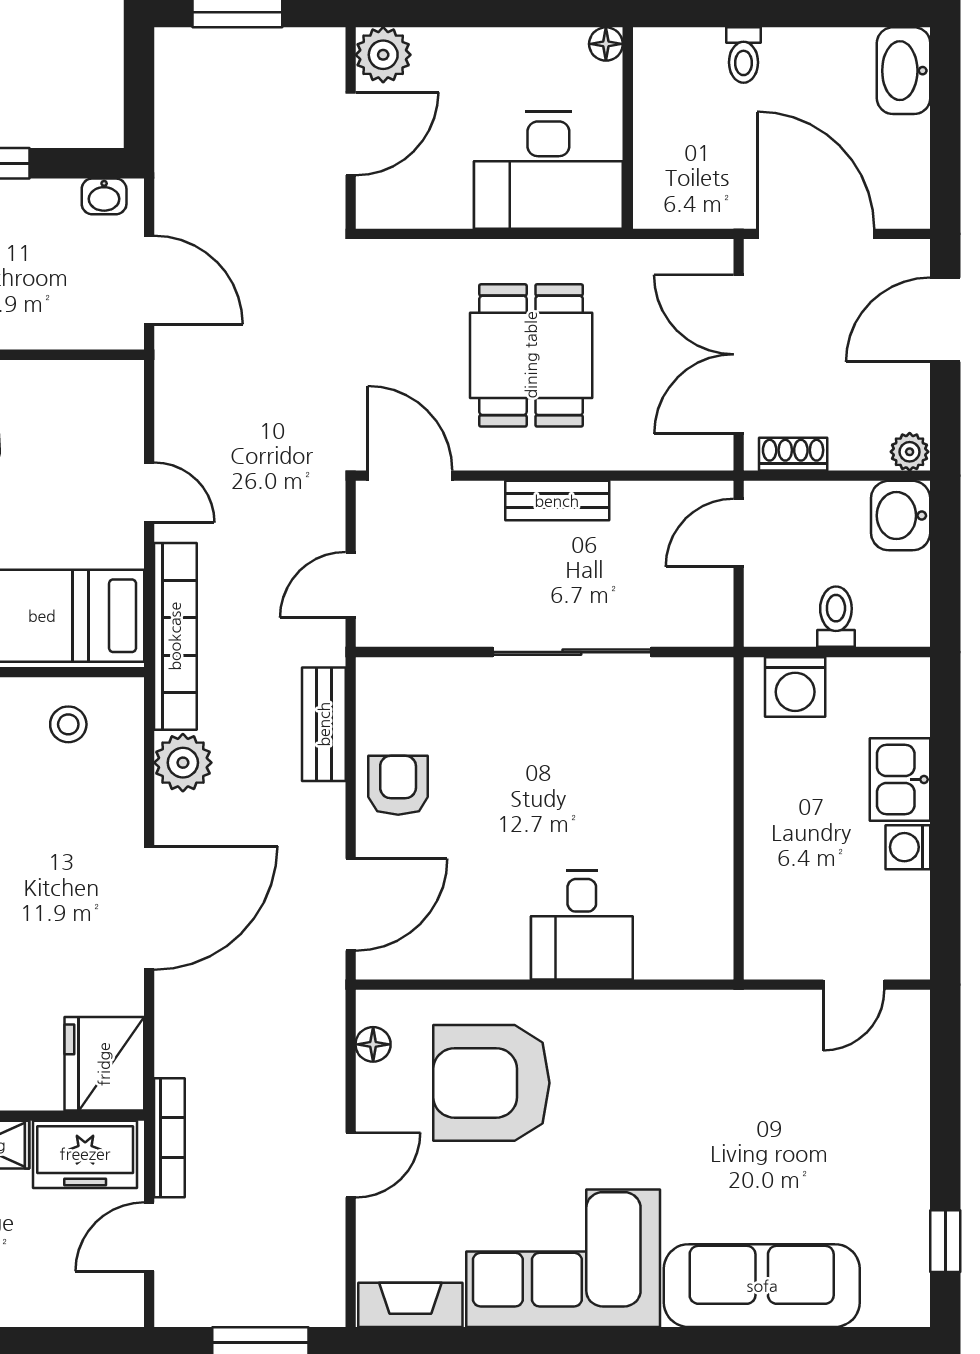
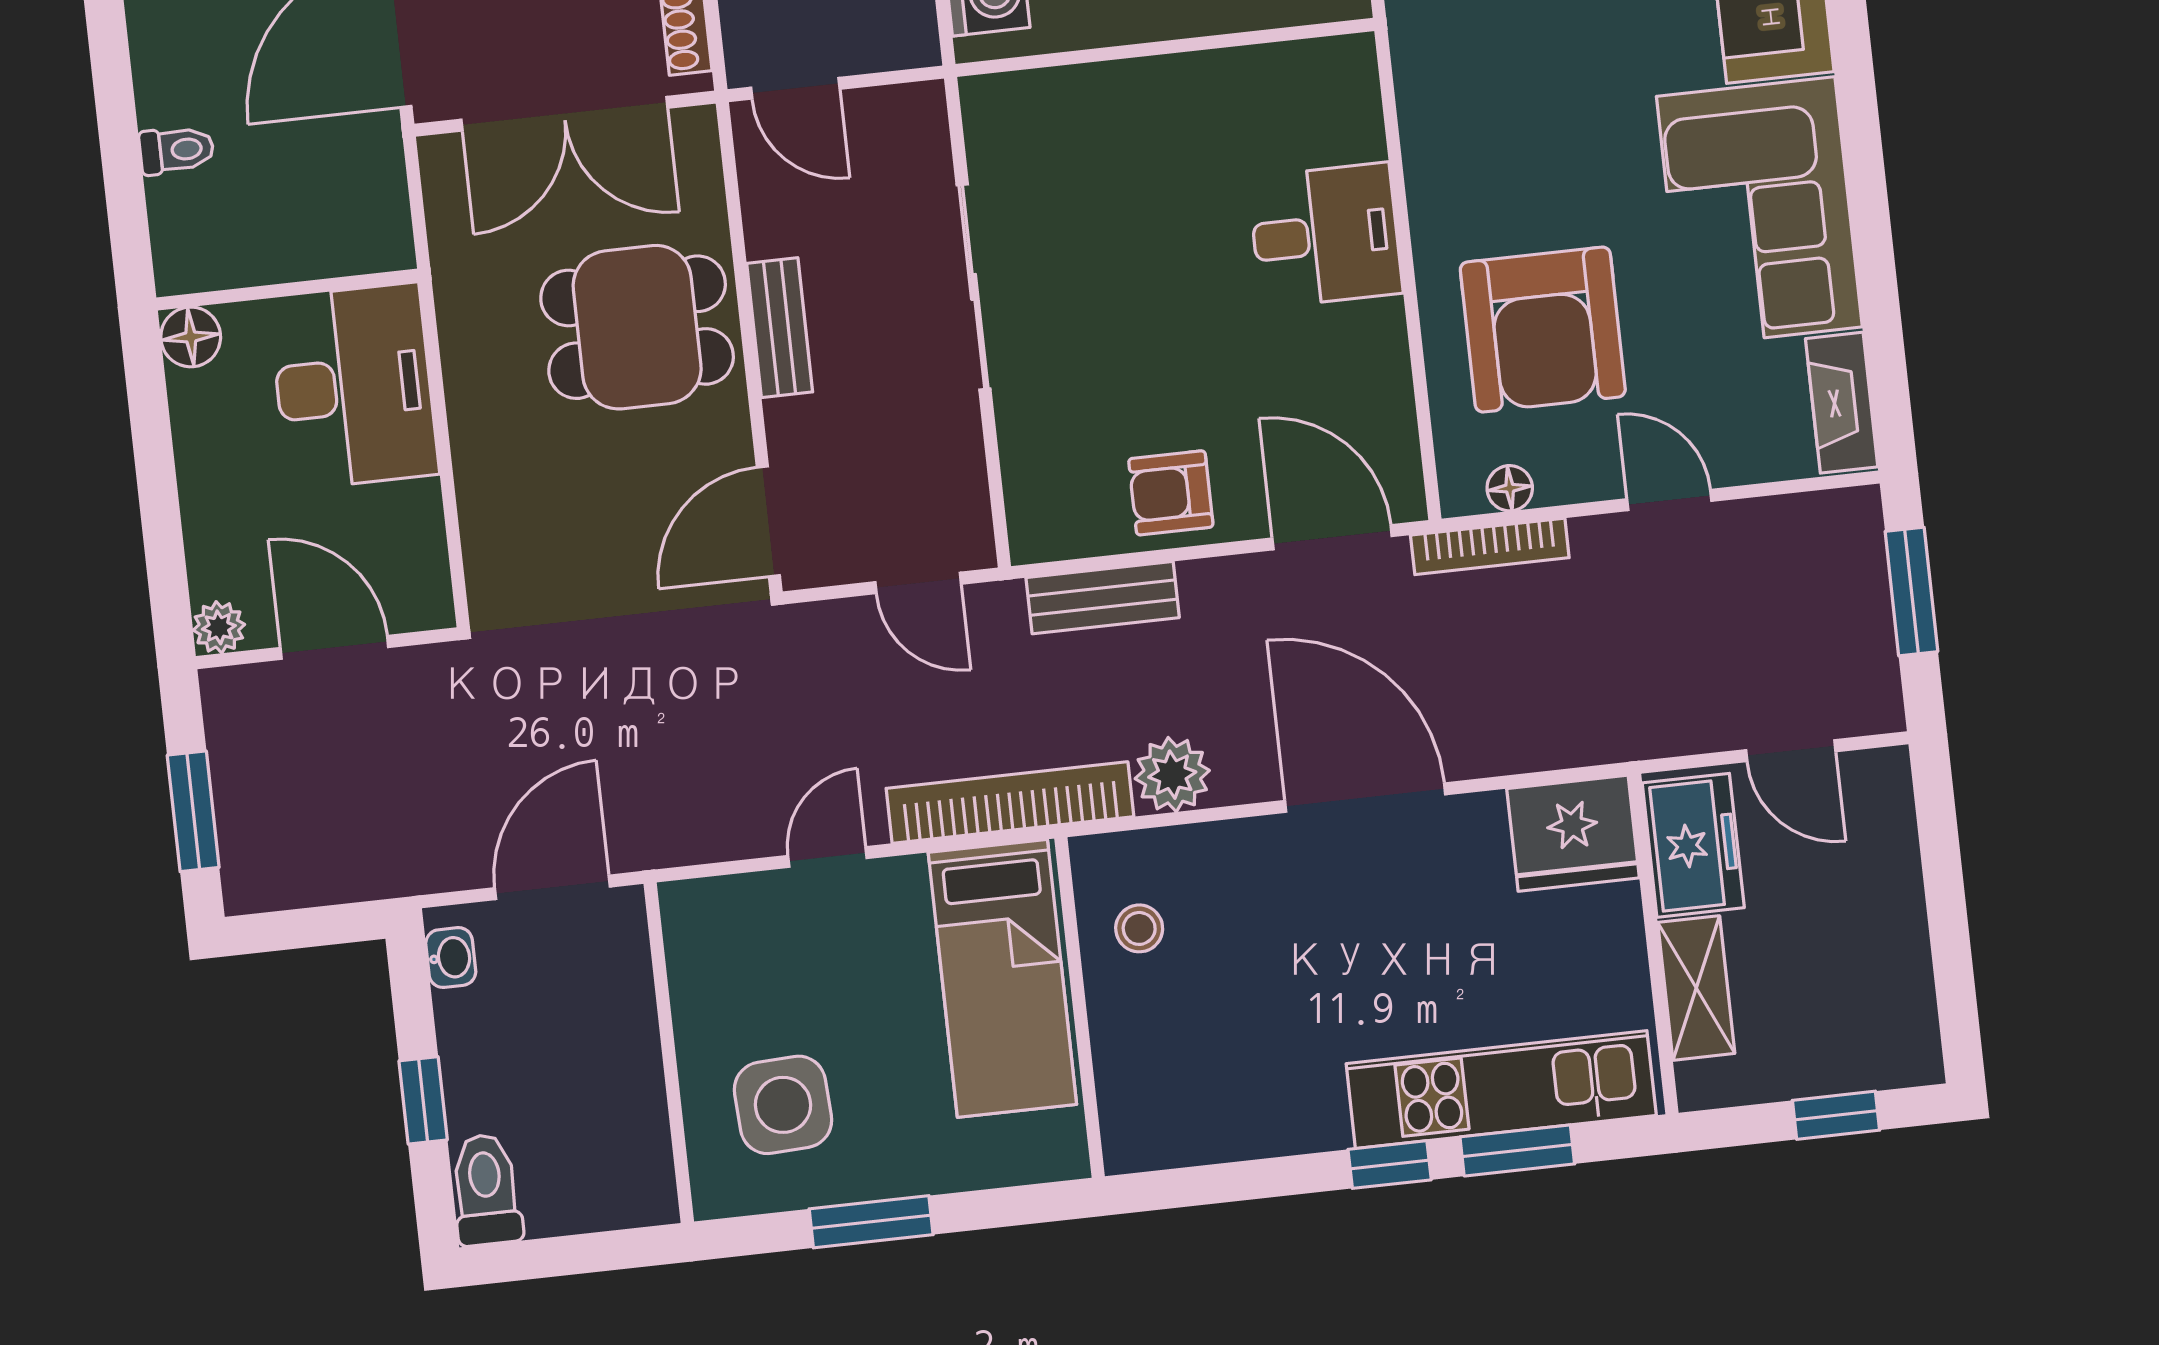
floor lamp: (606, 44) -> (191, 337), width x1.37, depth x1.37
plant: (383, 55) -> (219, 627), width x0.73, depth x0.73
dining table: (531, 355) -> (637, 327), moved
bookcase: (169, 1138) -> (1490, 546), moved, turned 180

